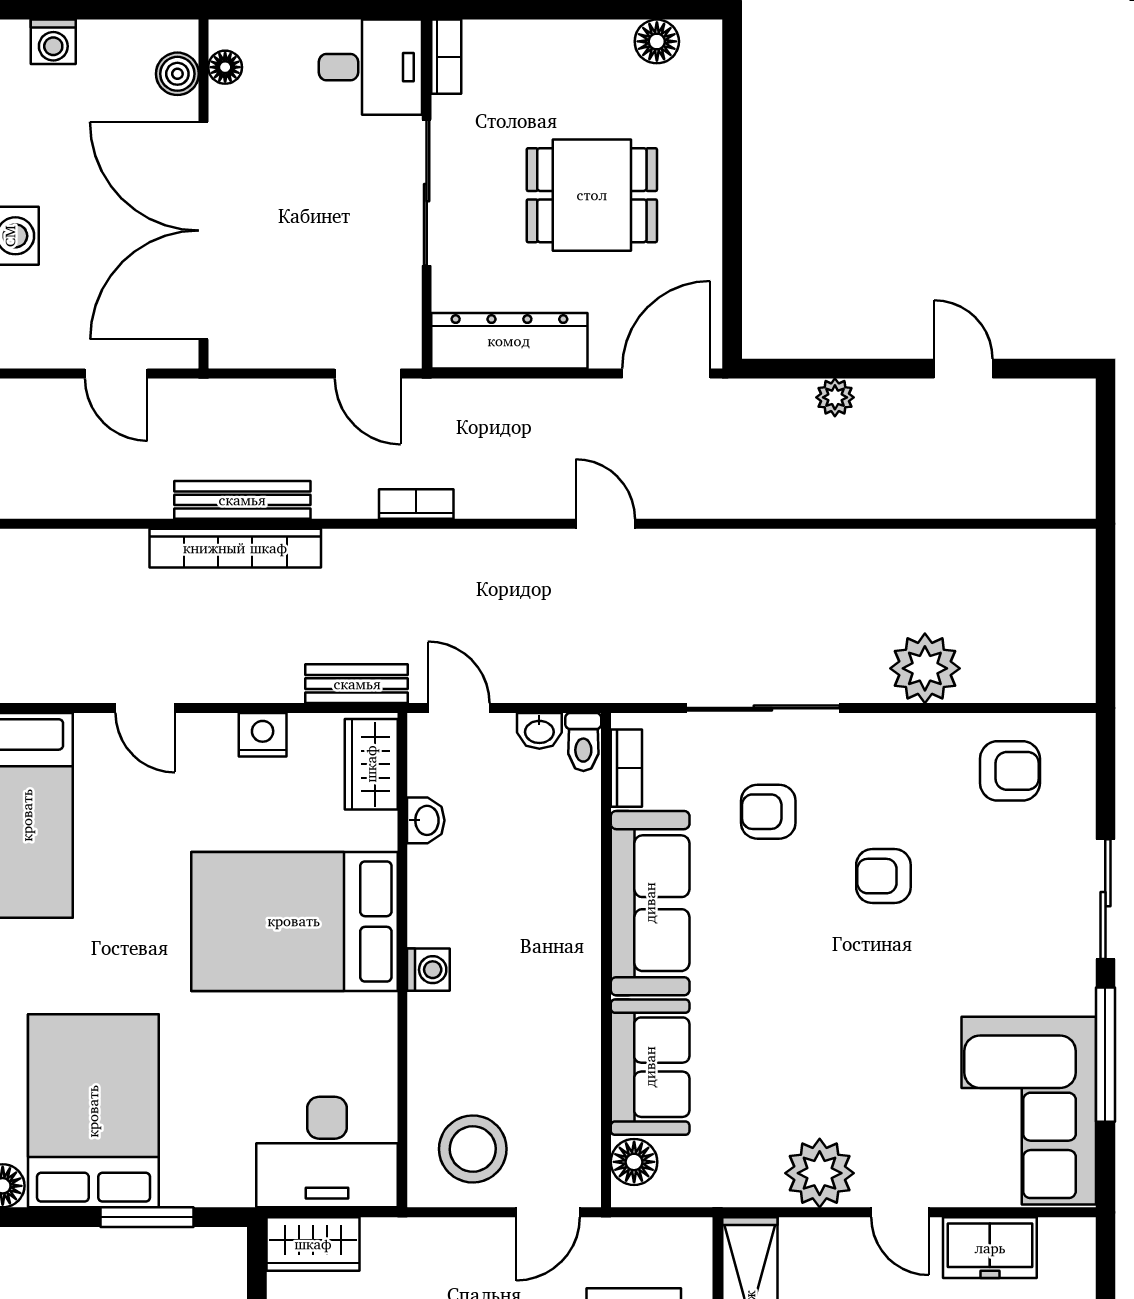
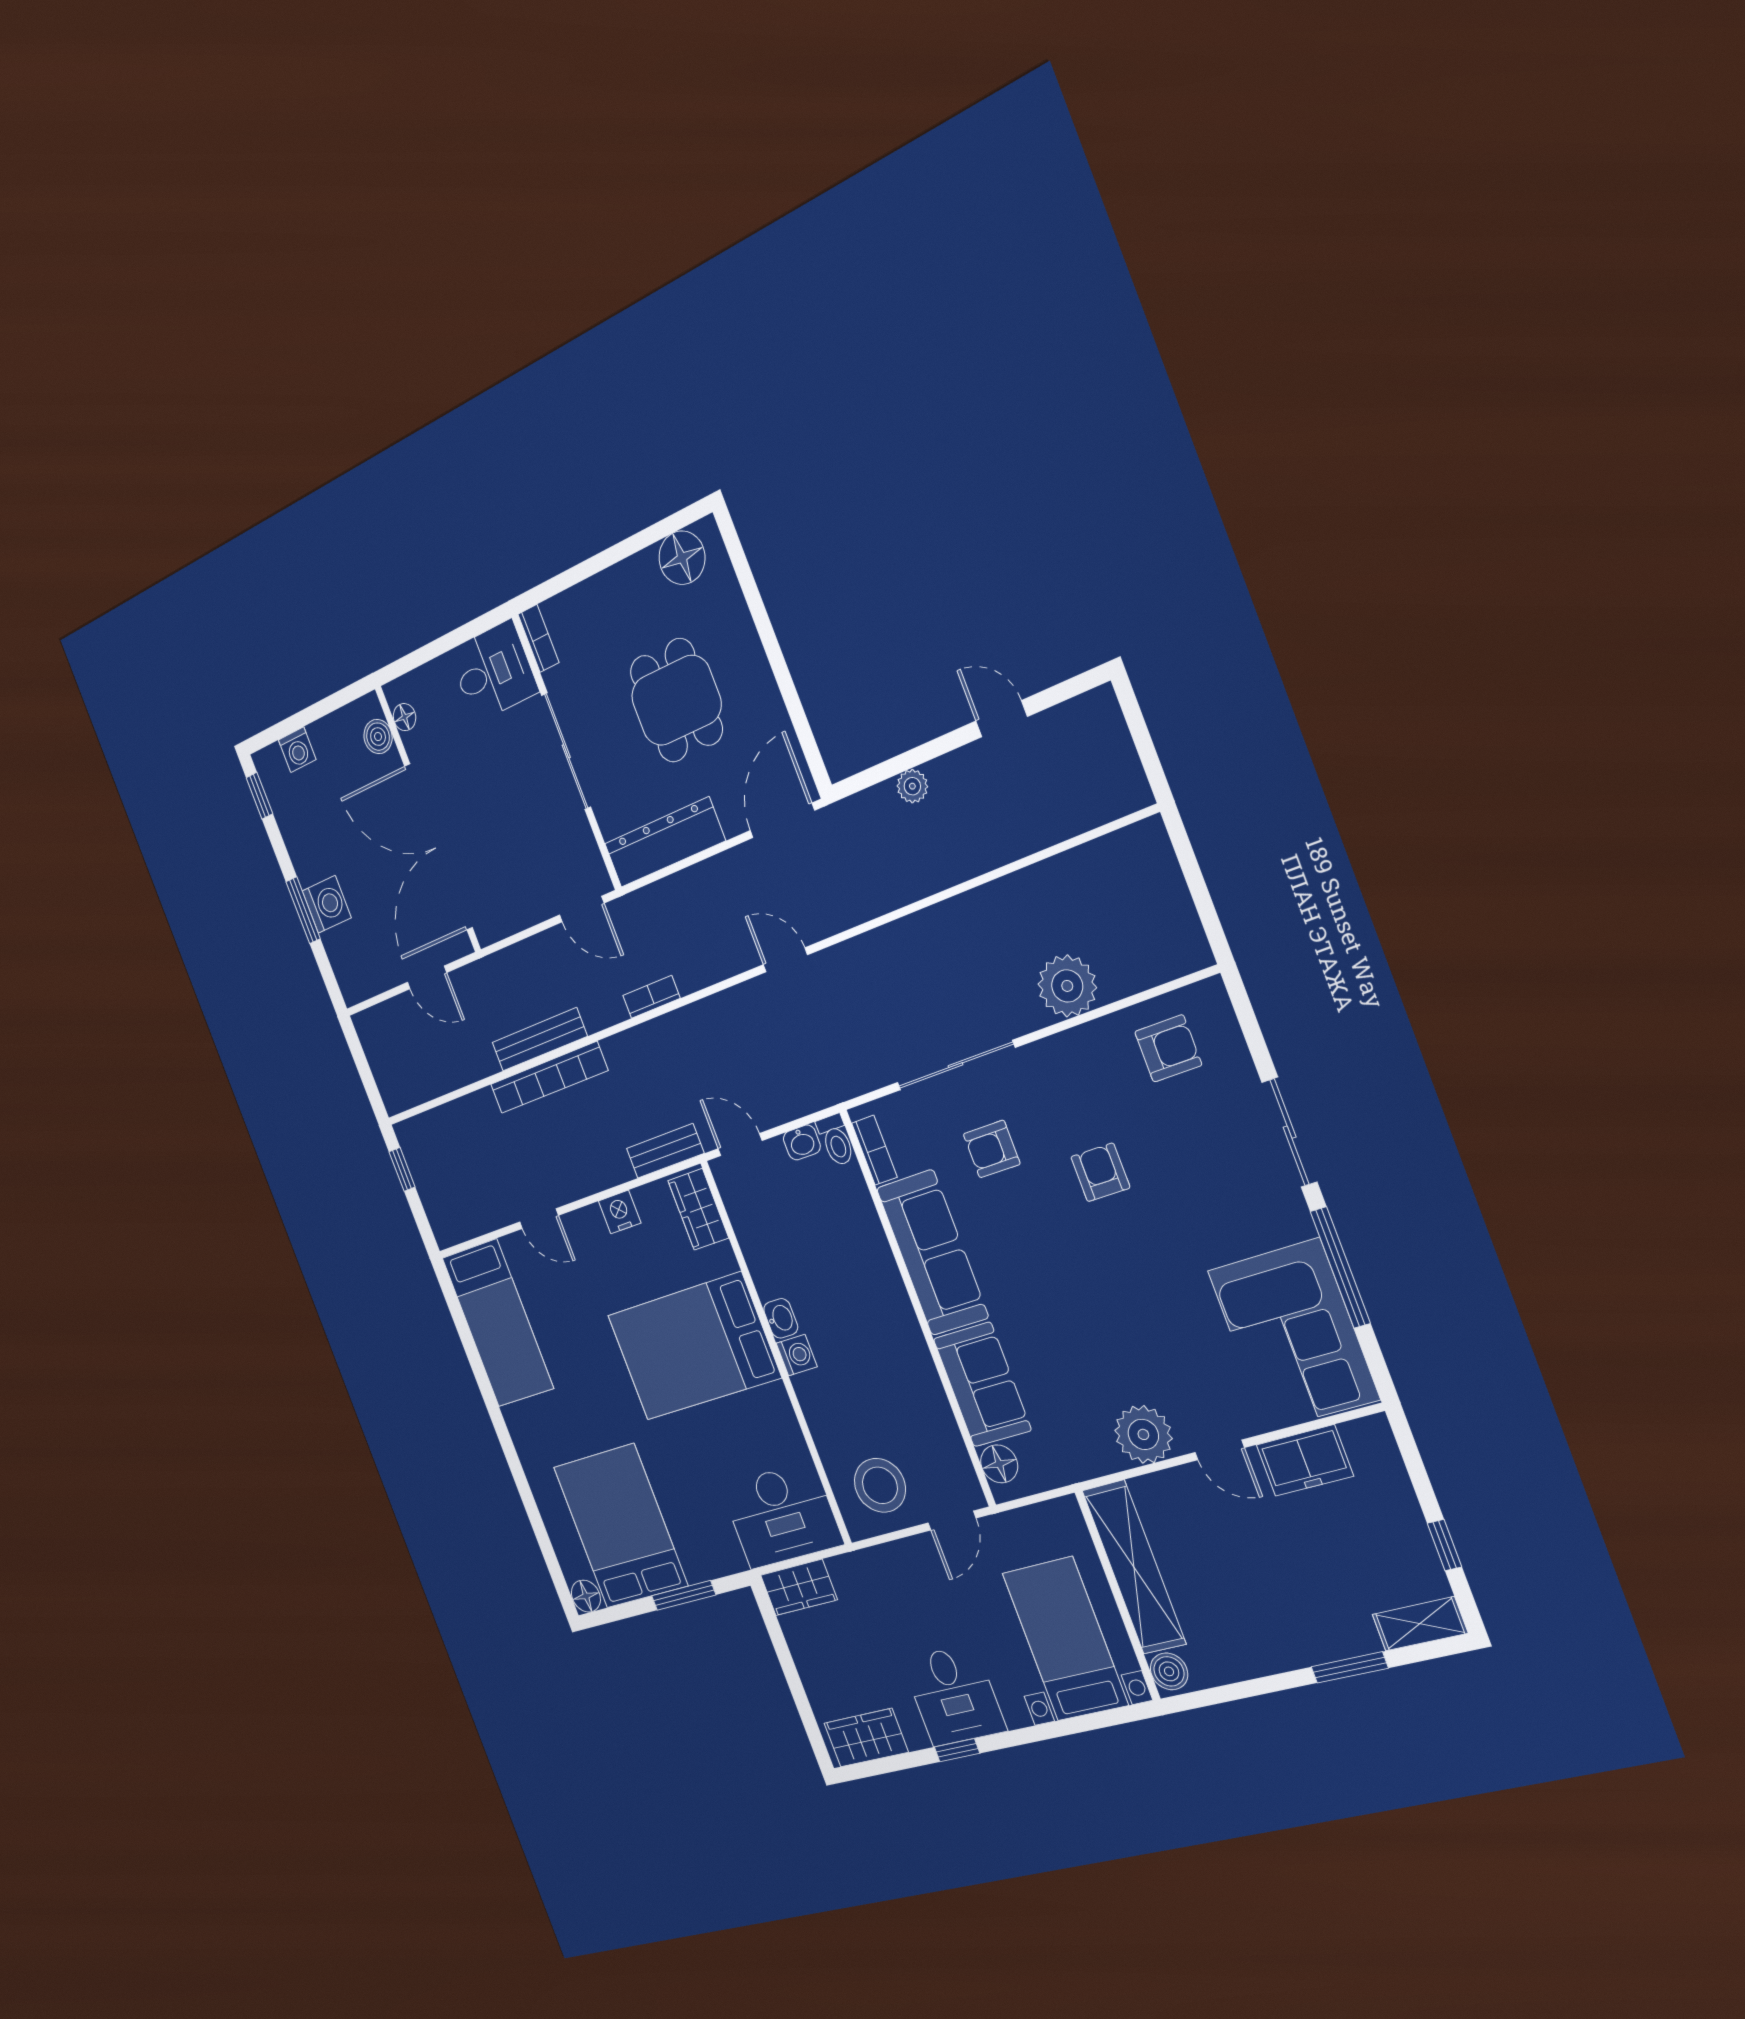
floor lamp: (657, 41) -> (682, 558), width x1.38, depth x1.38
dining table: (592, 195) -> (676, 700), turned 90
washbasin: (426, 820) -> (781, 1318), moved
armchair: (883, 876) -> (1100, 1172), turned 90

